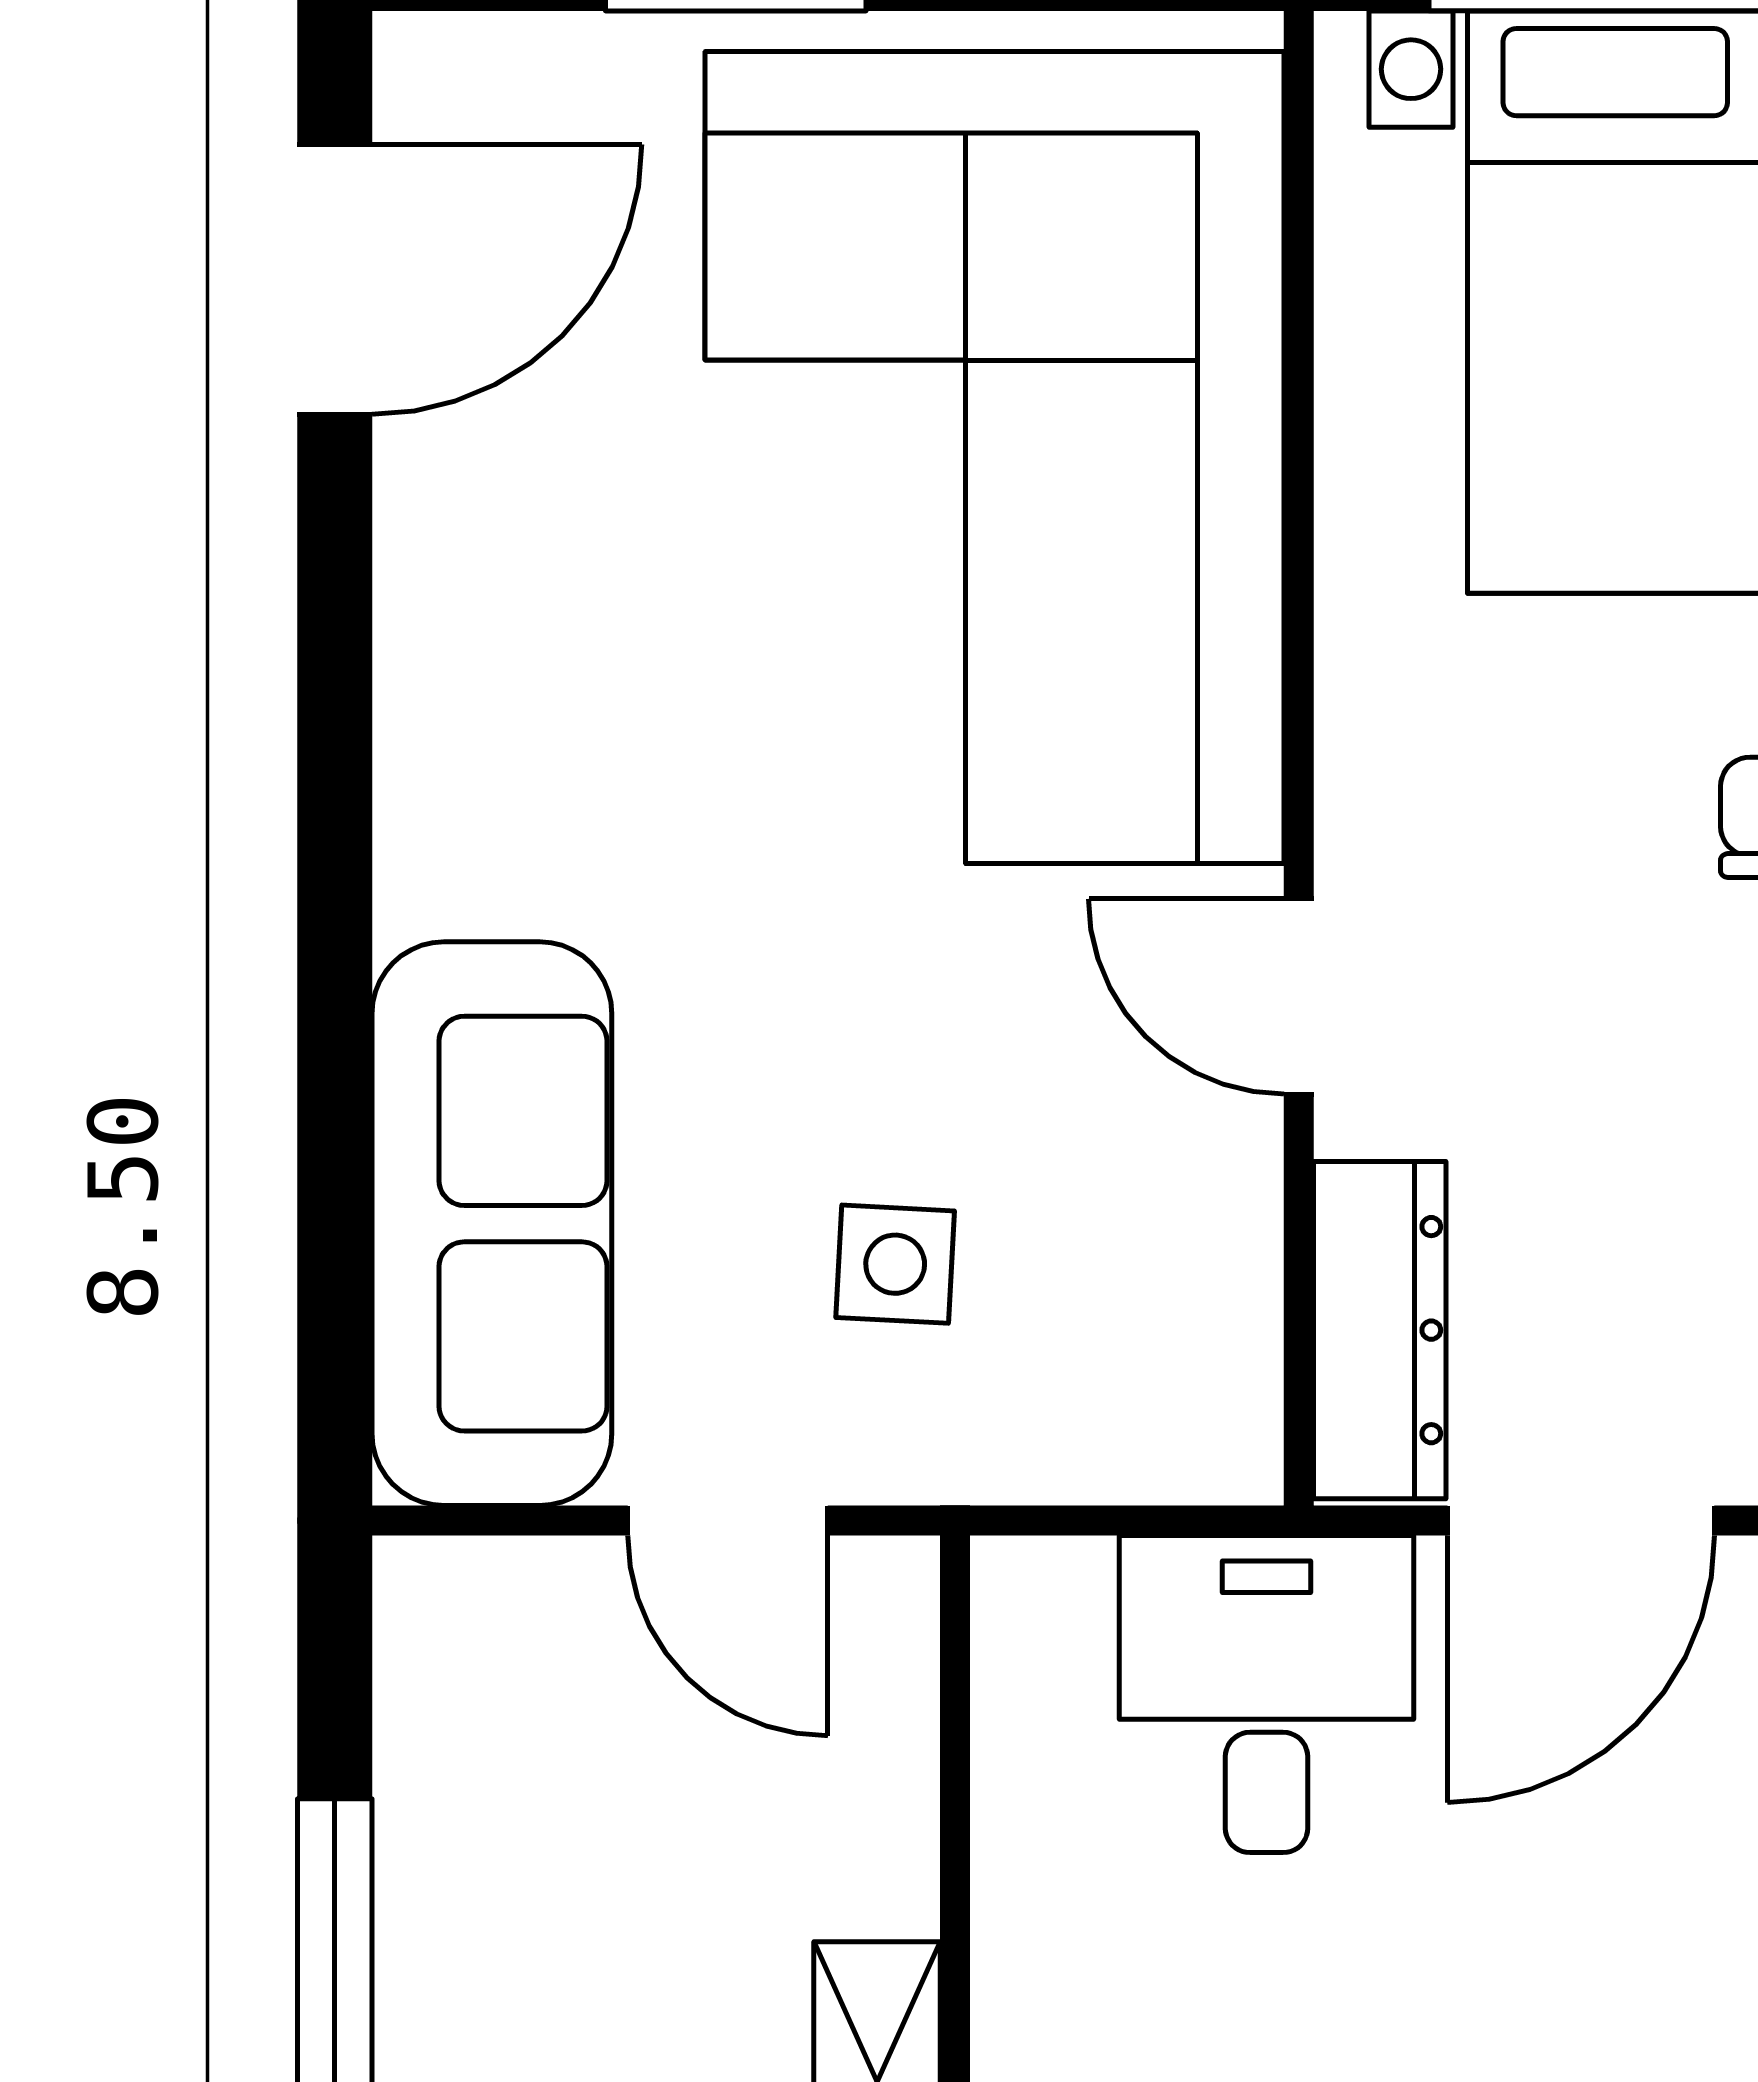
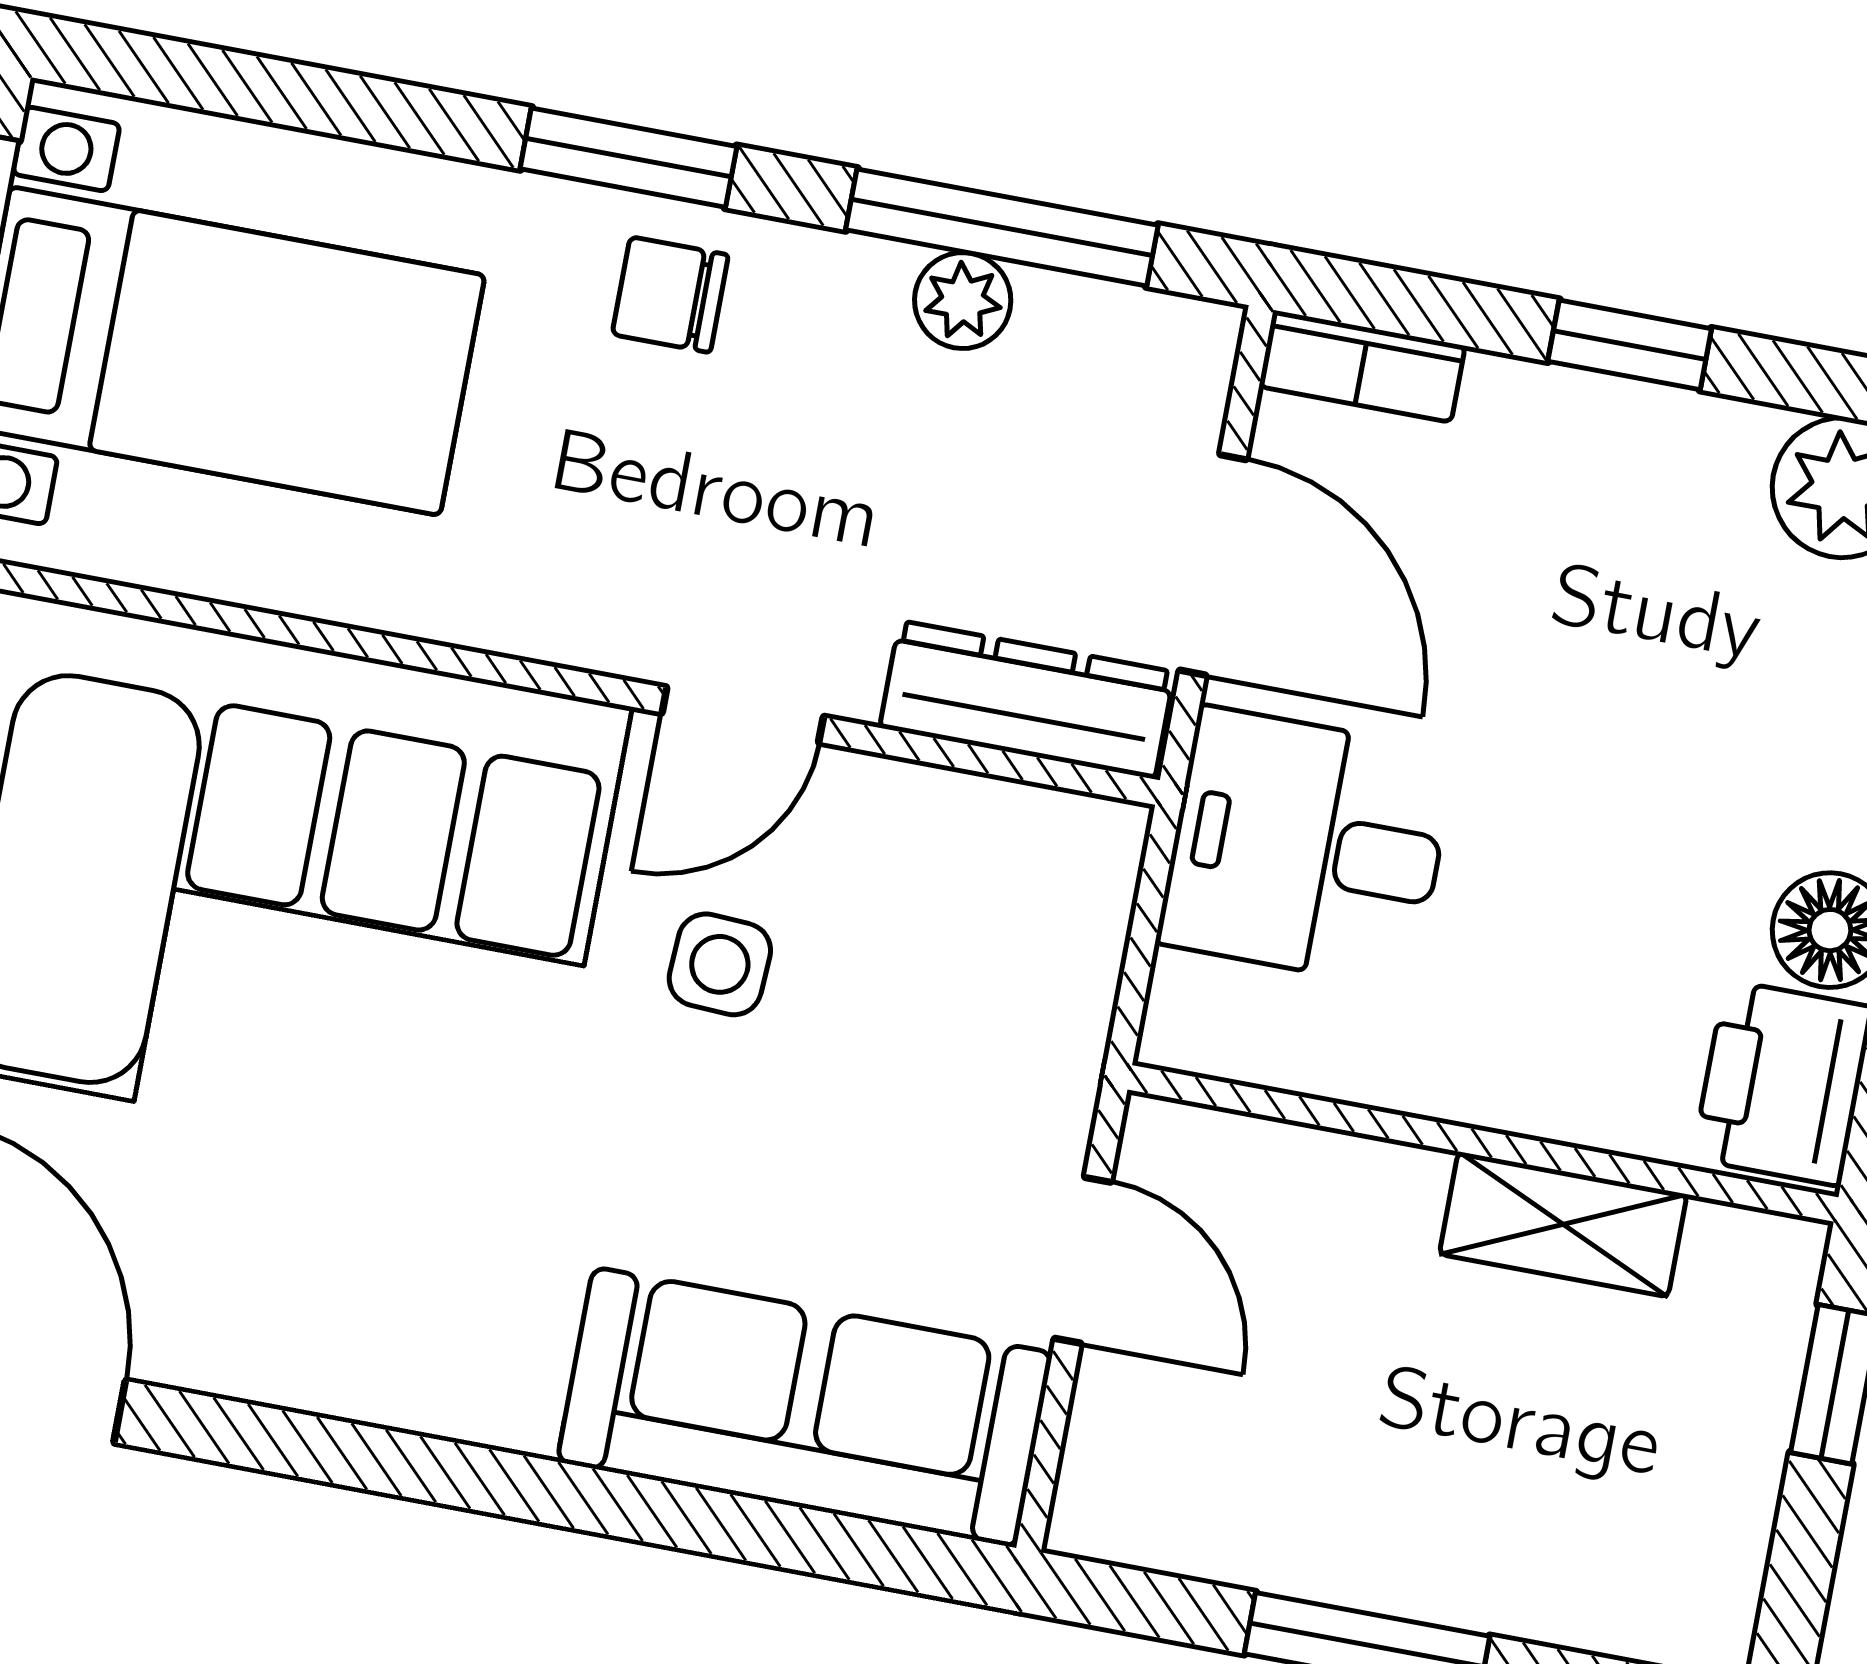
side table: (895, 1264) -> (720, 964), moved
door: (728, 1521) -> (1083, 1260), hinge flipped

